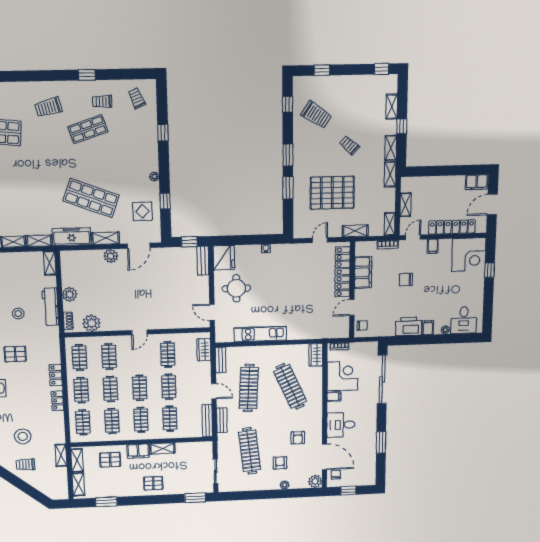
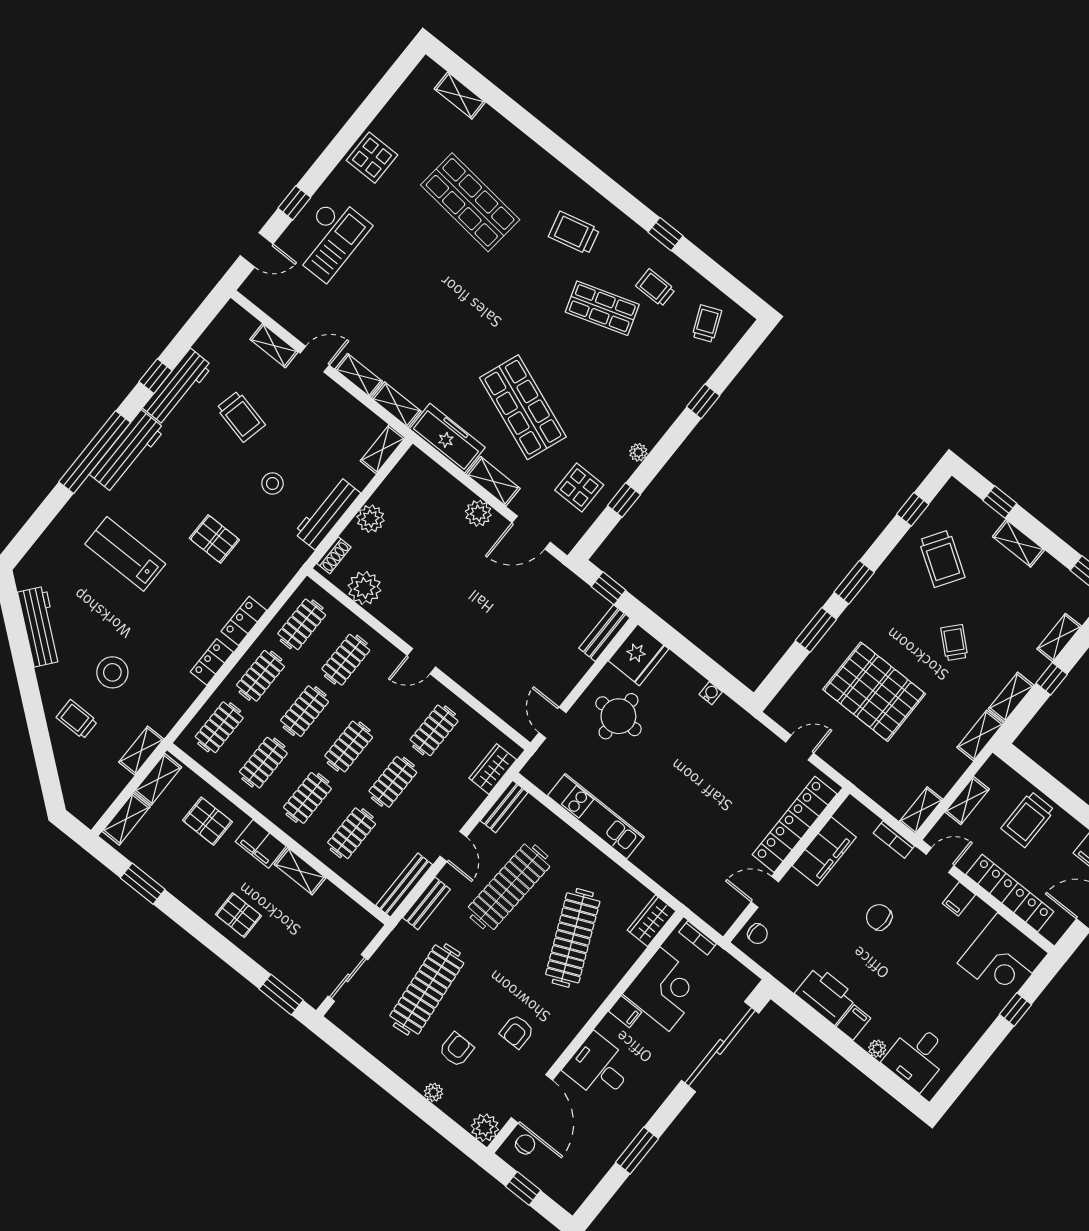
trolley: (436, 192) -> (1028, 819), added
shelving: (355, 231) -> (1018, 543), moved

